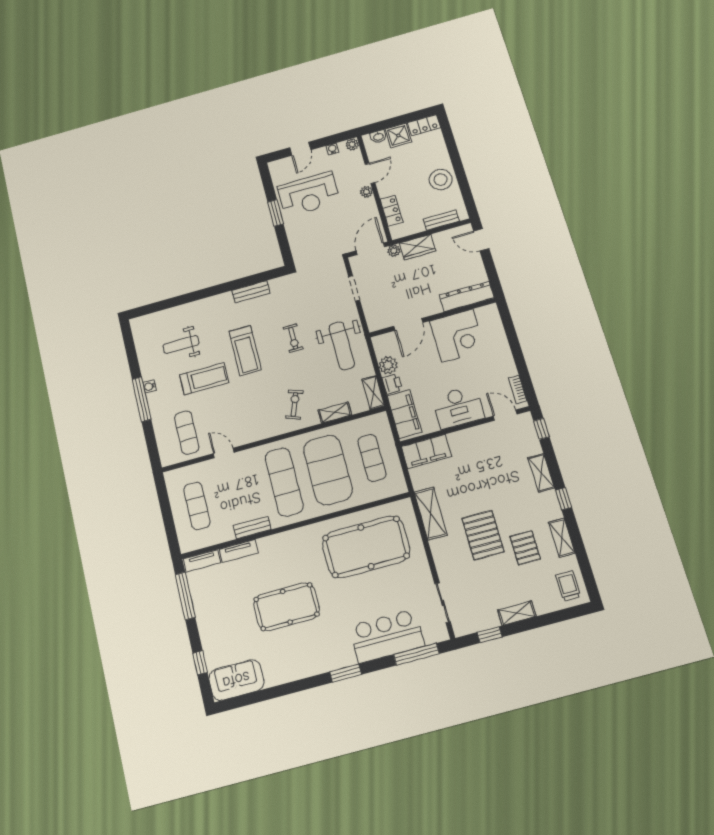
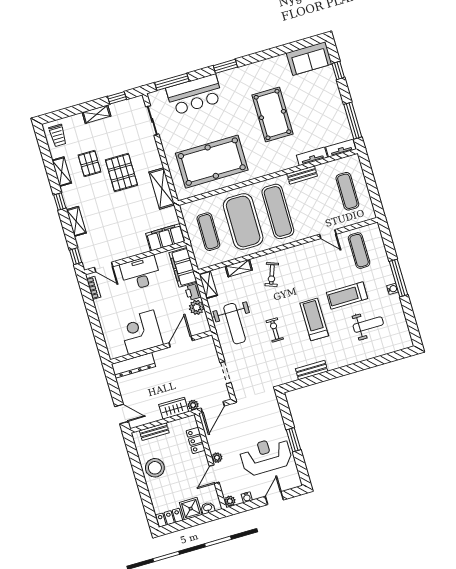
weight bench: (342, 346) -> (235, 324), turned 180
pool table: (286, 607) -> (272, 114), turned 90

